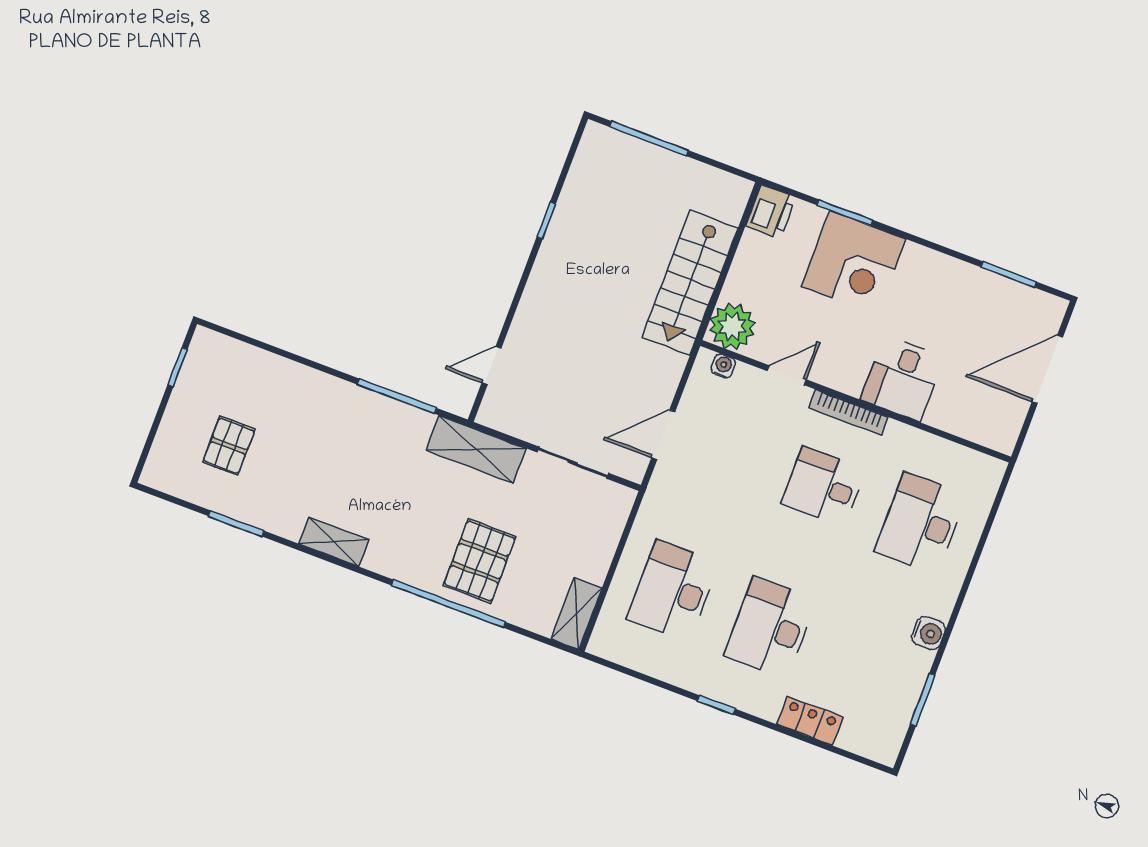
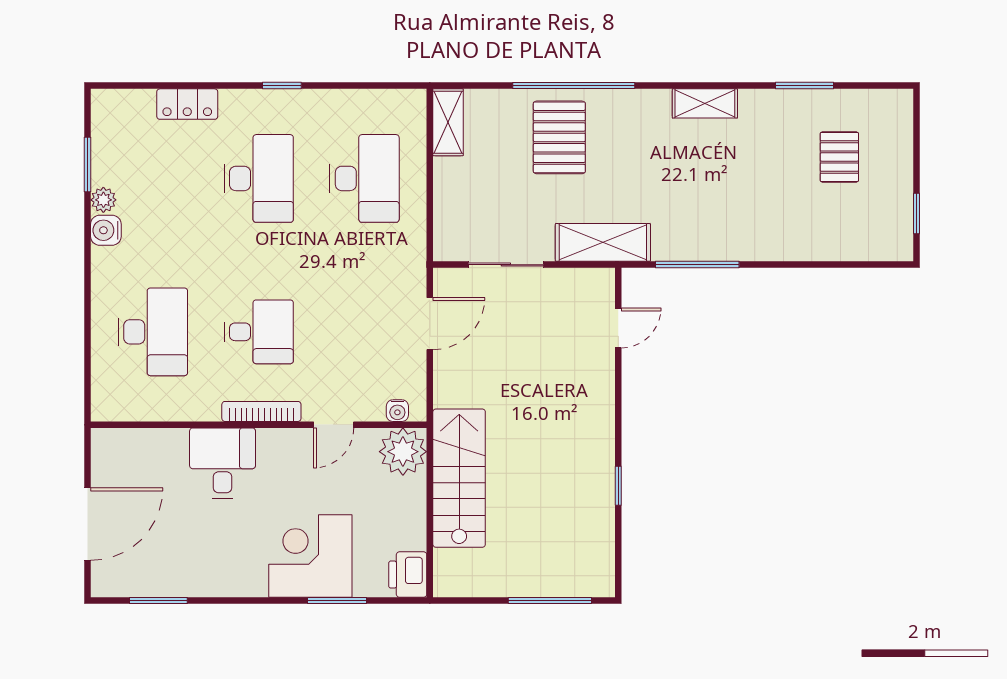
plant: (920, 662) -> (103, 200), added

